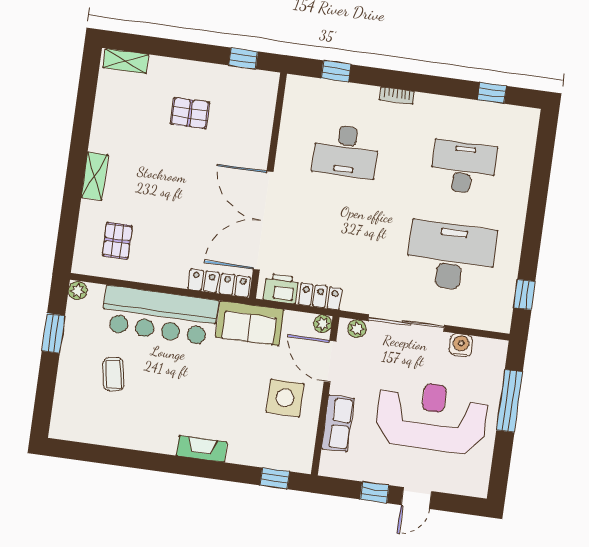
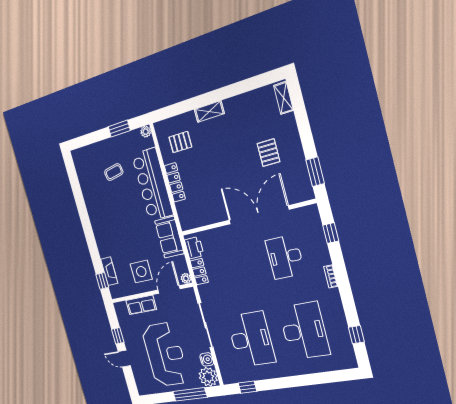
window: (243, 58) -> (315, 172), width x1.50
desk: (463, 167) -> (304, 331), width x1.36, depth x1.30
double door: (263, 220) -> (259, 215), moved
locker: (219, 283) -> (175, 182), moved
plant: (357, 329) -> (208, 377), moved, width x1.88, depth x1.88
fireplace: (202, 449) -> (109, 271), moved

